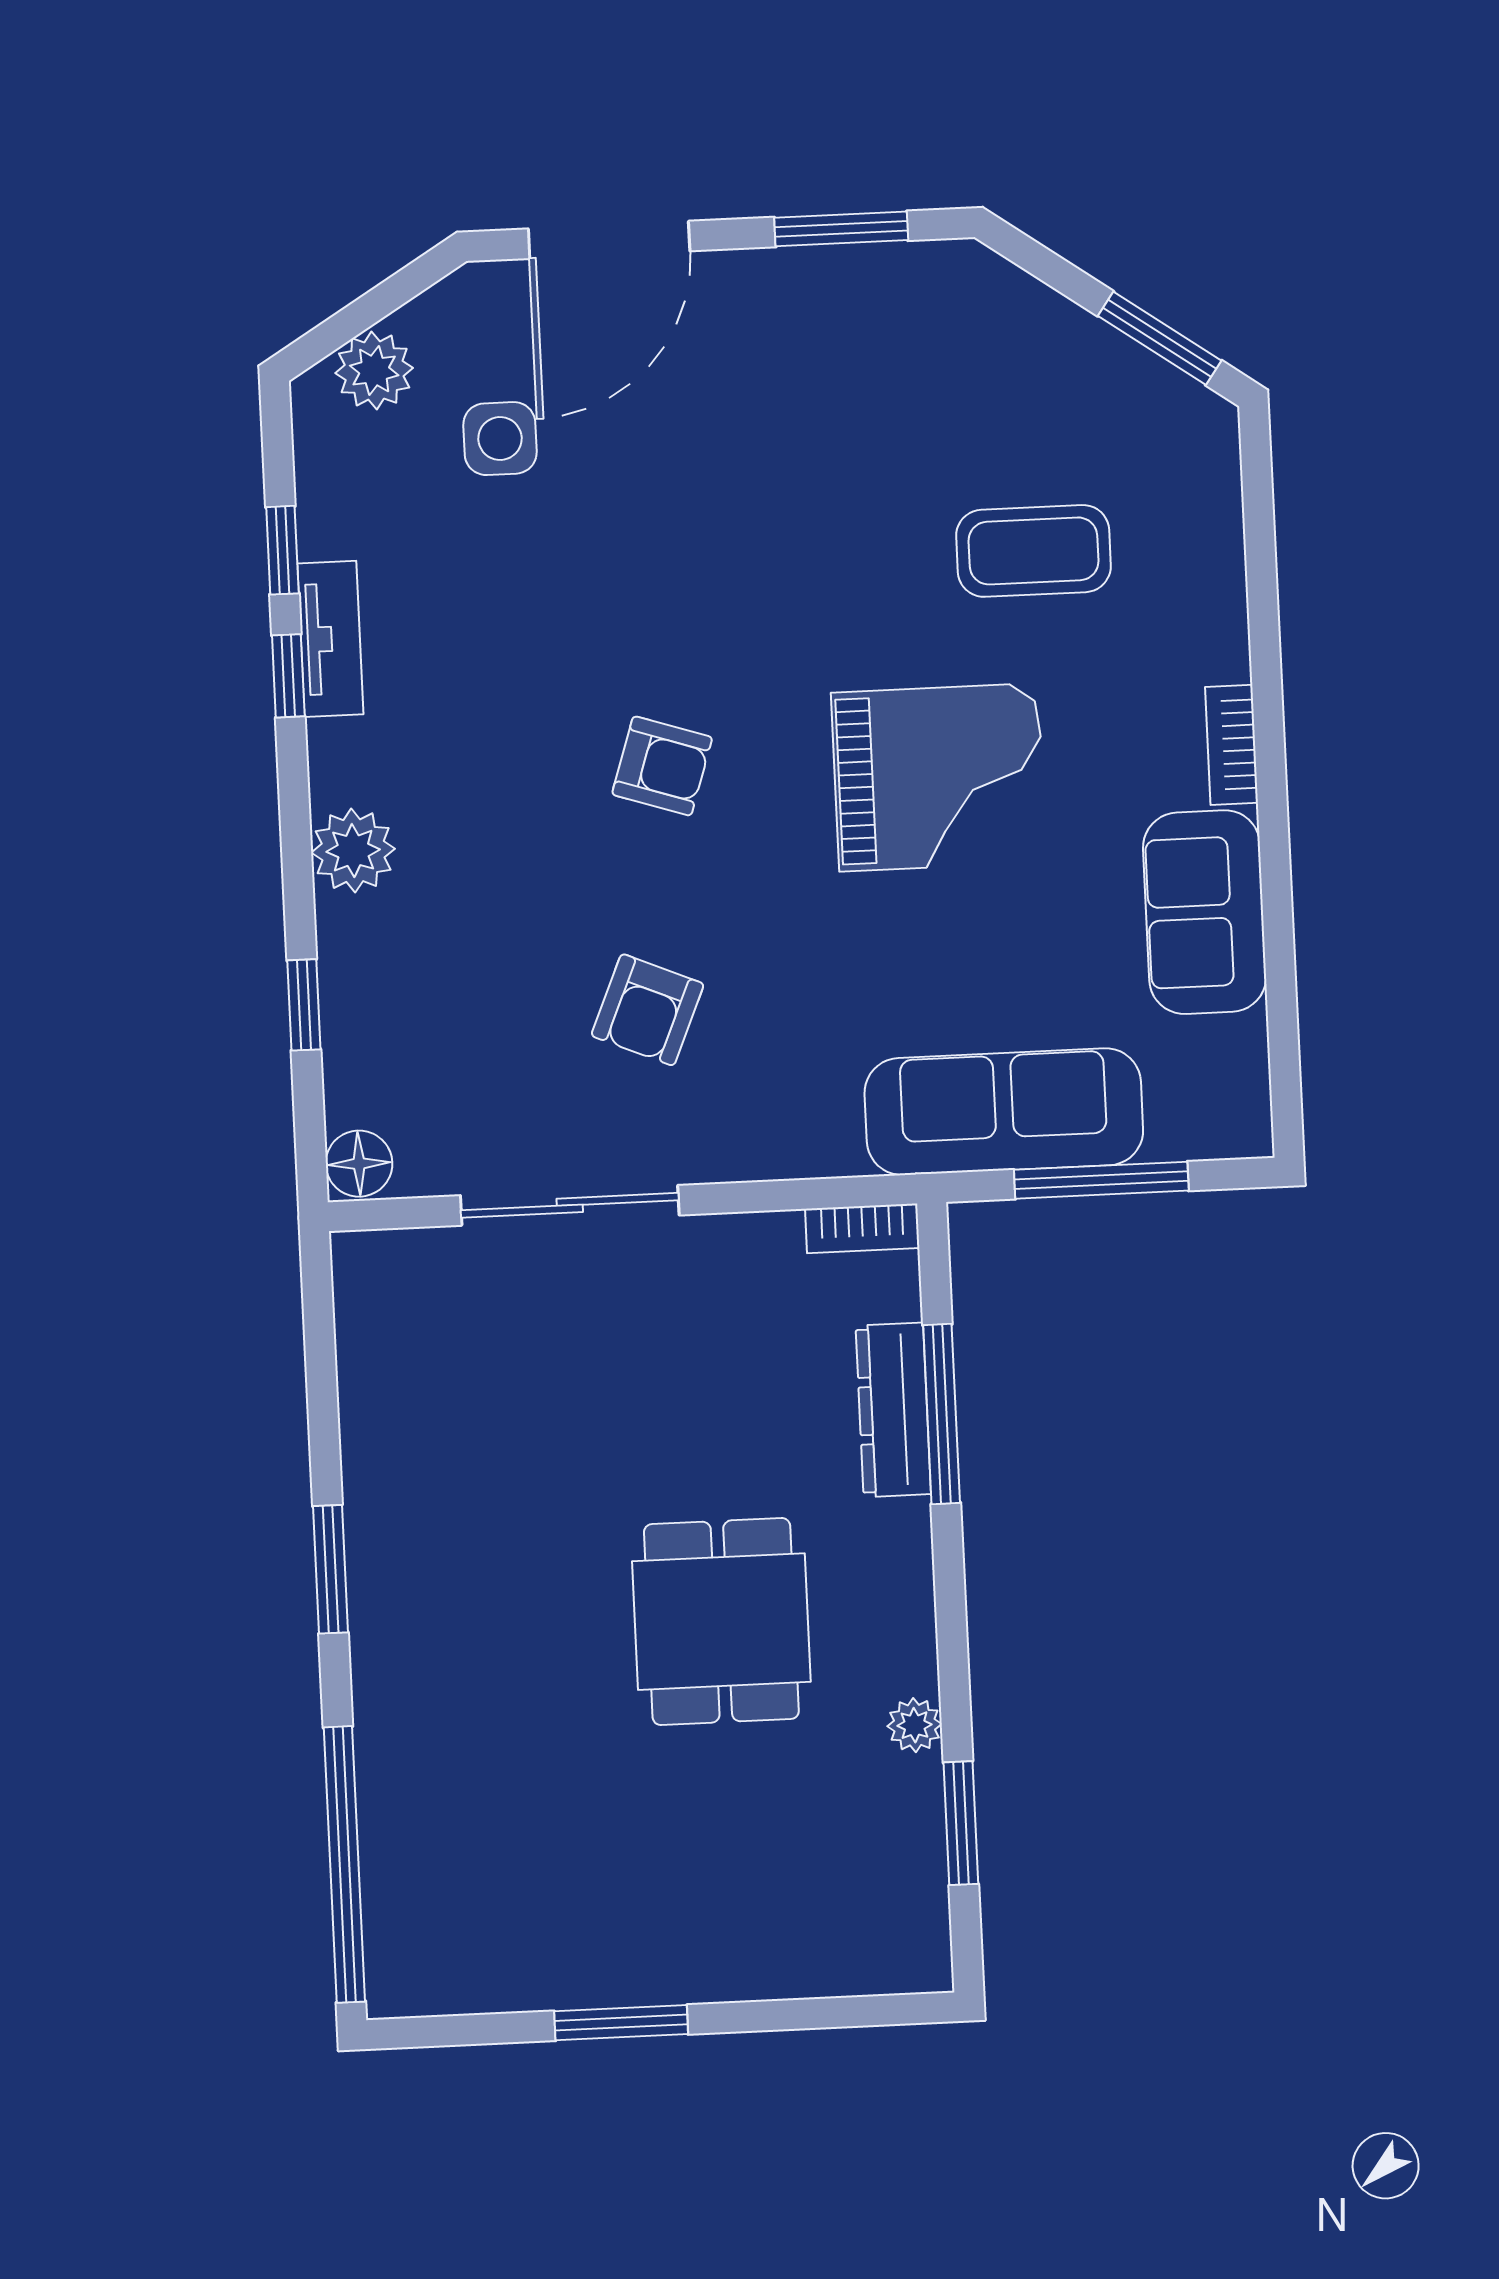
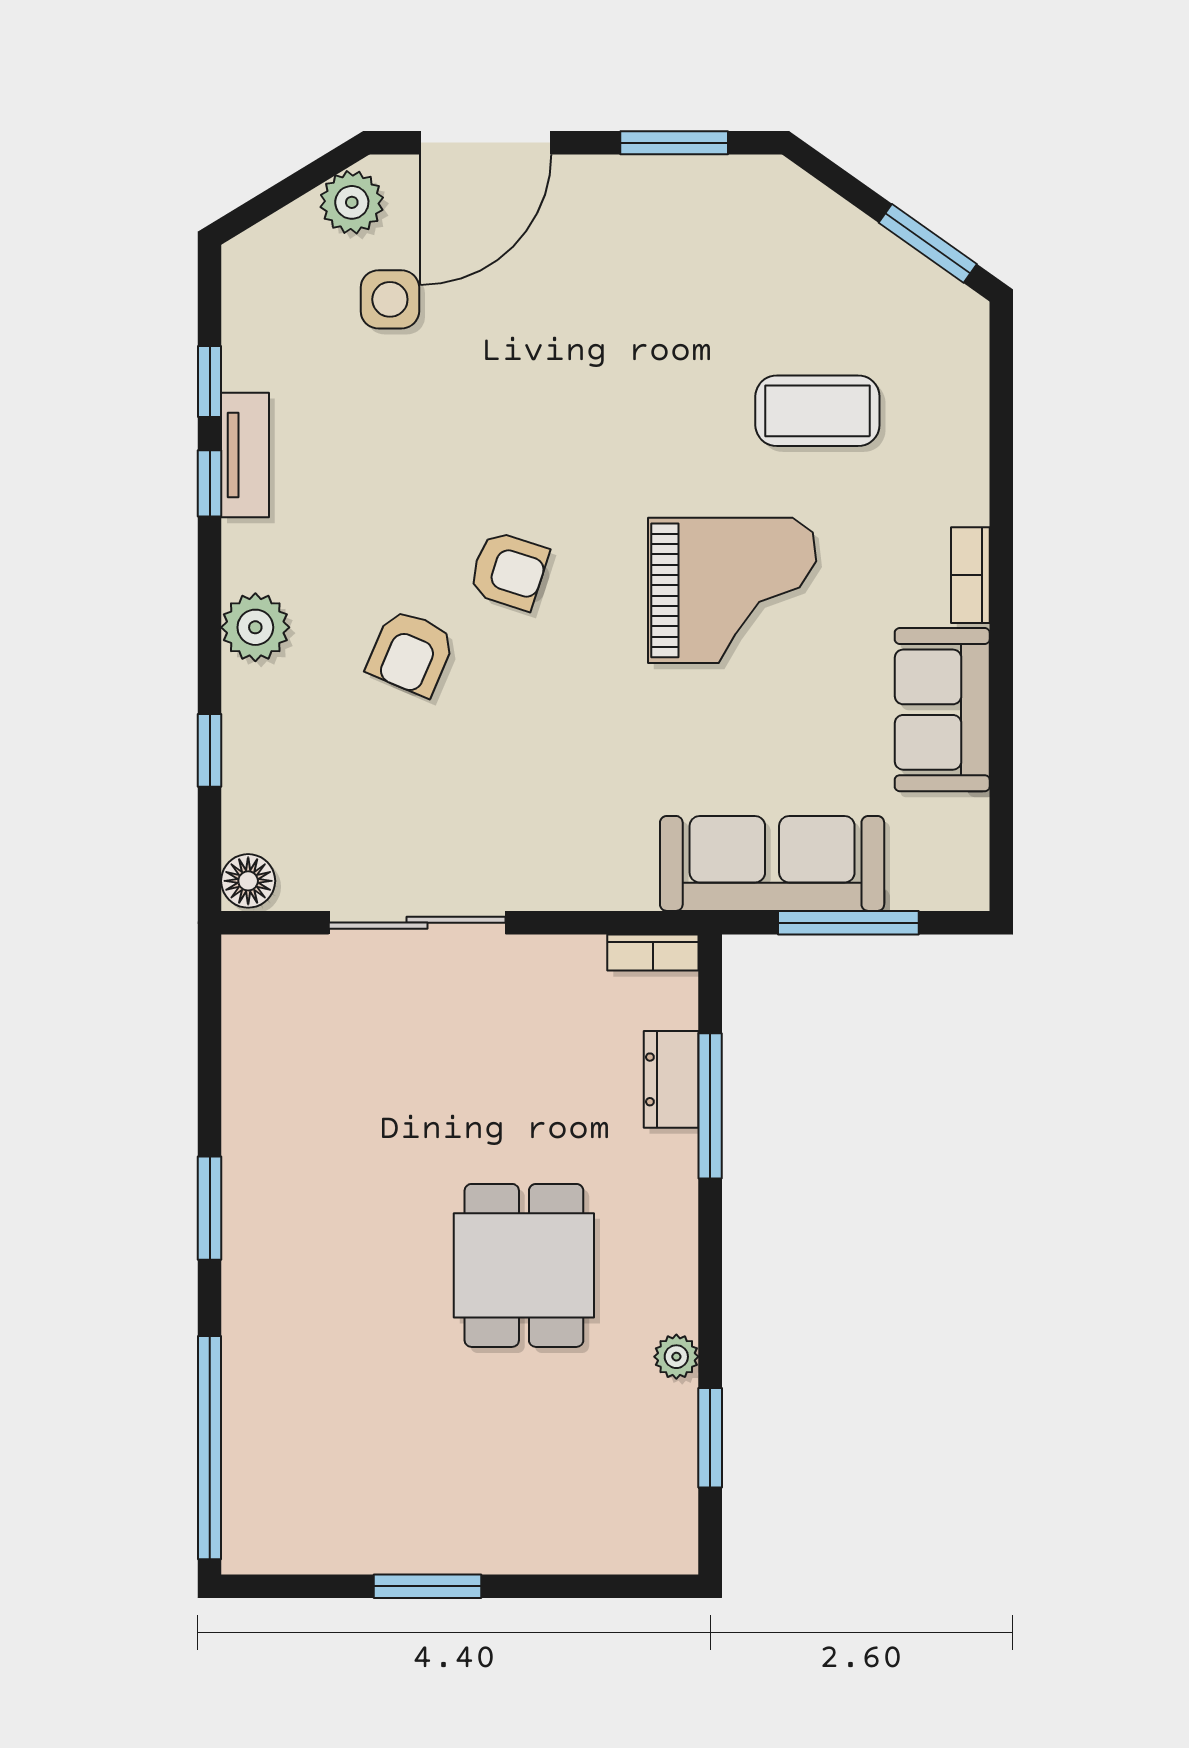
plant: (374, 370) -> (352, 202), moved
armchair: (648, 1010) -> (411, 653), moved
dresser: (893, 1410) -> (671, 1079), width x0.70

